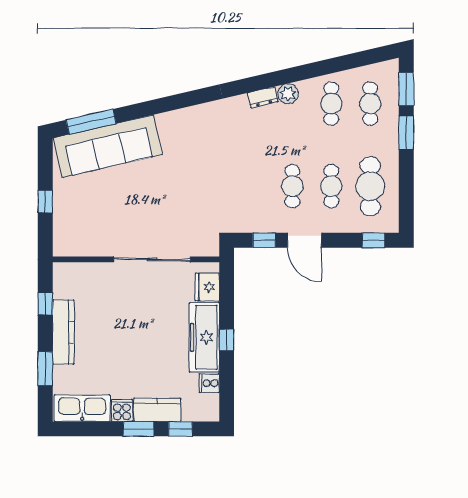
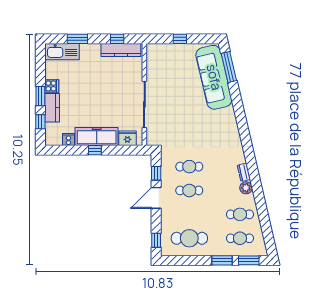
cafe table: (331, 186) -> (189, 167), moved
kitchen counter: (63, 332) -> (121, 50), moved
kitchen sink: (82, 408) -> (62, 52), moved, turned 90

